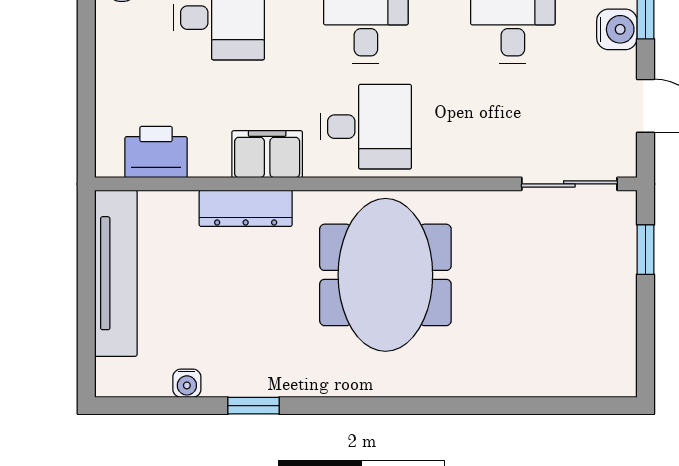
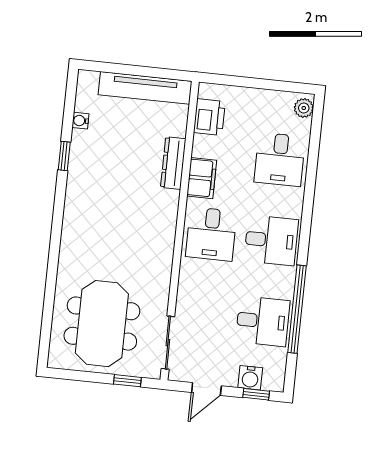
meeting table: (385, 275) -> (102, 324), moved, turned 90

